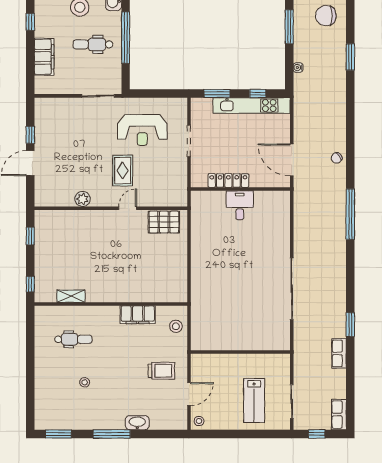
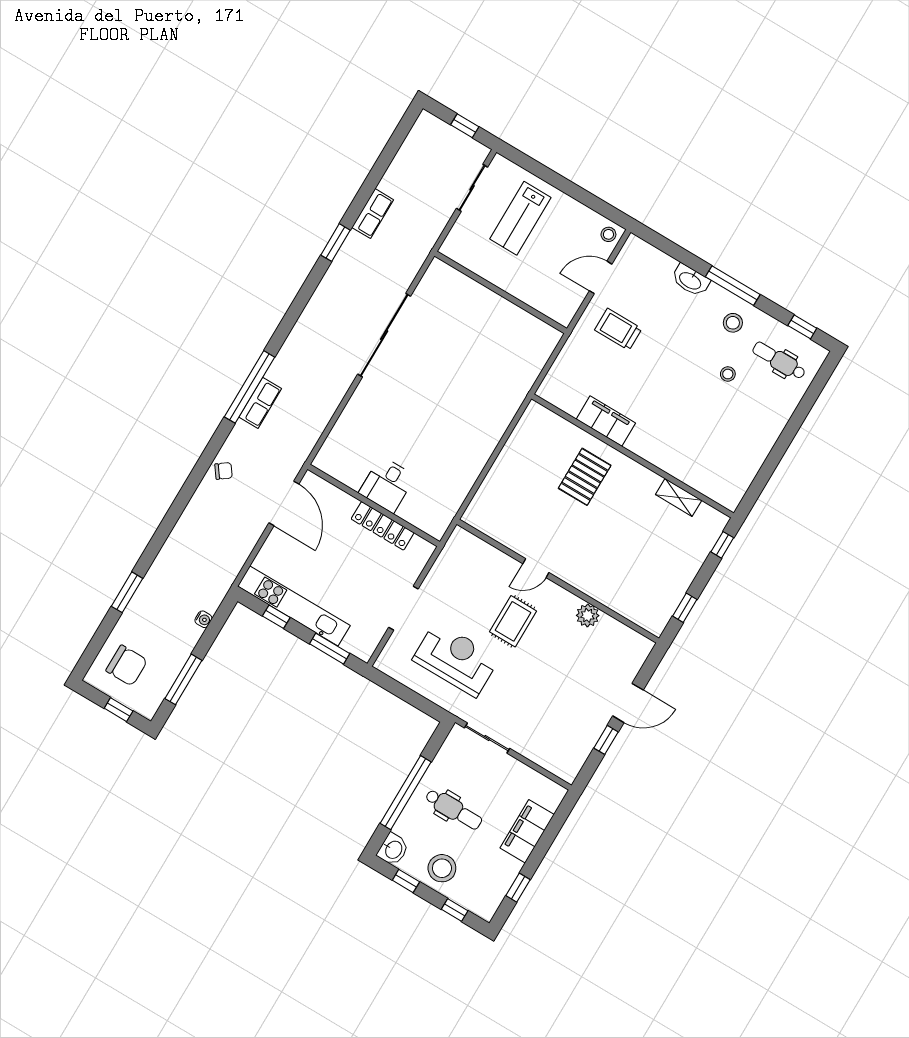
pallet: (164, 222) -> (585, 477), moved, turned 90
stool: (176, 326) -> (733, 323), moved
dental chair: (73, 339) -> (779, 361), moved
lab bench: (254, 400) -> (520, 218), turned 180
row of seats: (339, 415) -> (260, 403), moved
window: (58, 434) -> (802, 327), width x0.67

